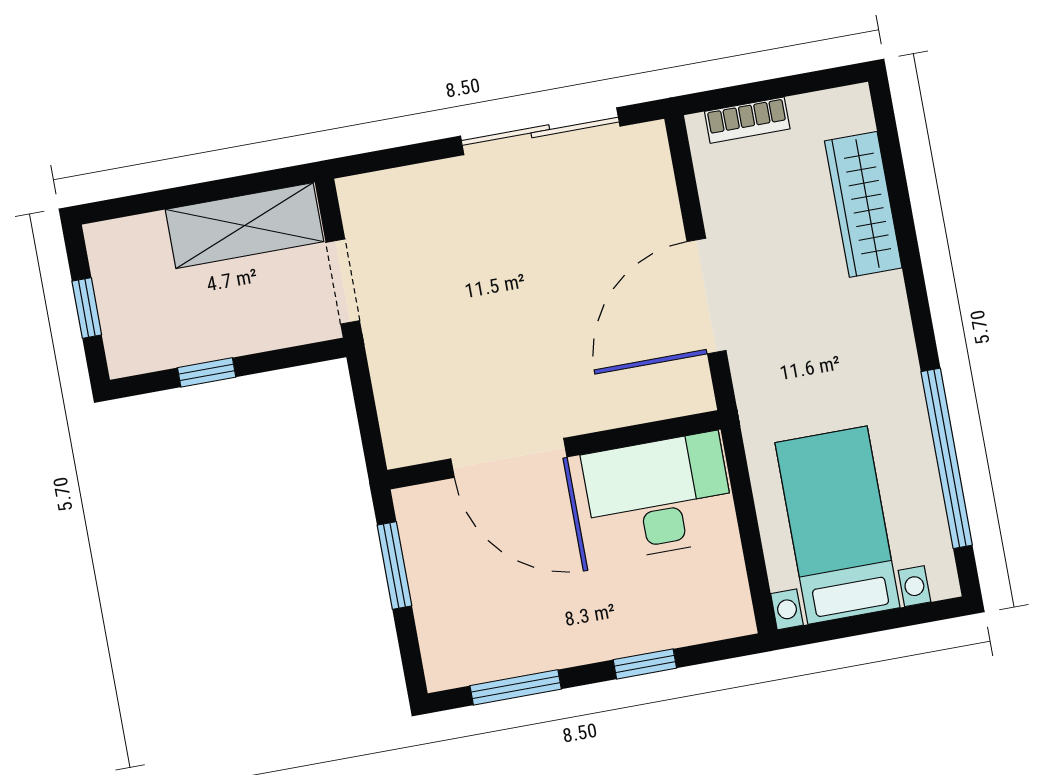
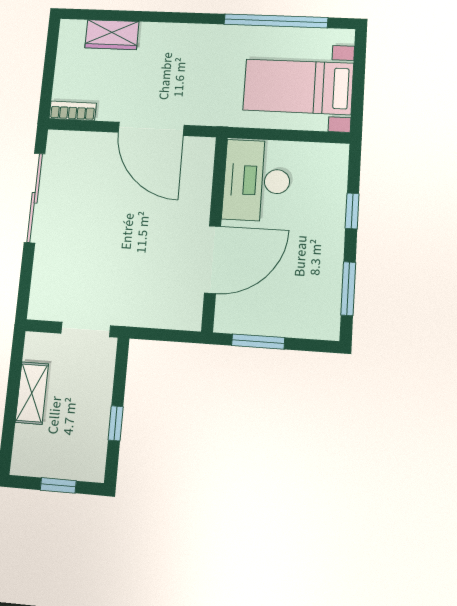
bookcase: (747, 120) -> (73, 111), moved, turned -90
wardrobe: (863, 204) -> (112, 35), width x0.67
shelving: (245, 226) -> (32, 393), width x0.67, depth x0.75

